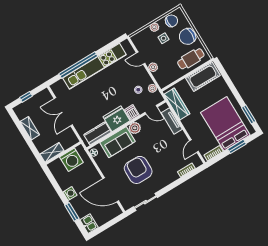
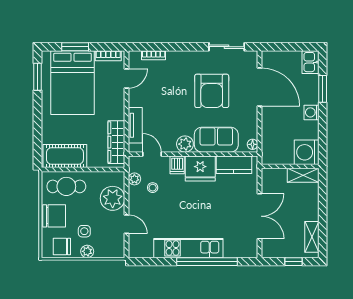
kitchen unit: (95, 66) -> (188, 248), width x0.73
plant: (153, 67) -> (113, 198), width x1.88, depth x1.88
shelving: (30, 128) -> (312, 237), moved
washing machine: (71, 160) -> (307, 152), moved, turned -90

